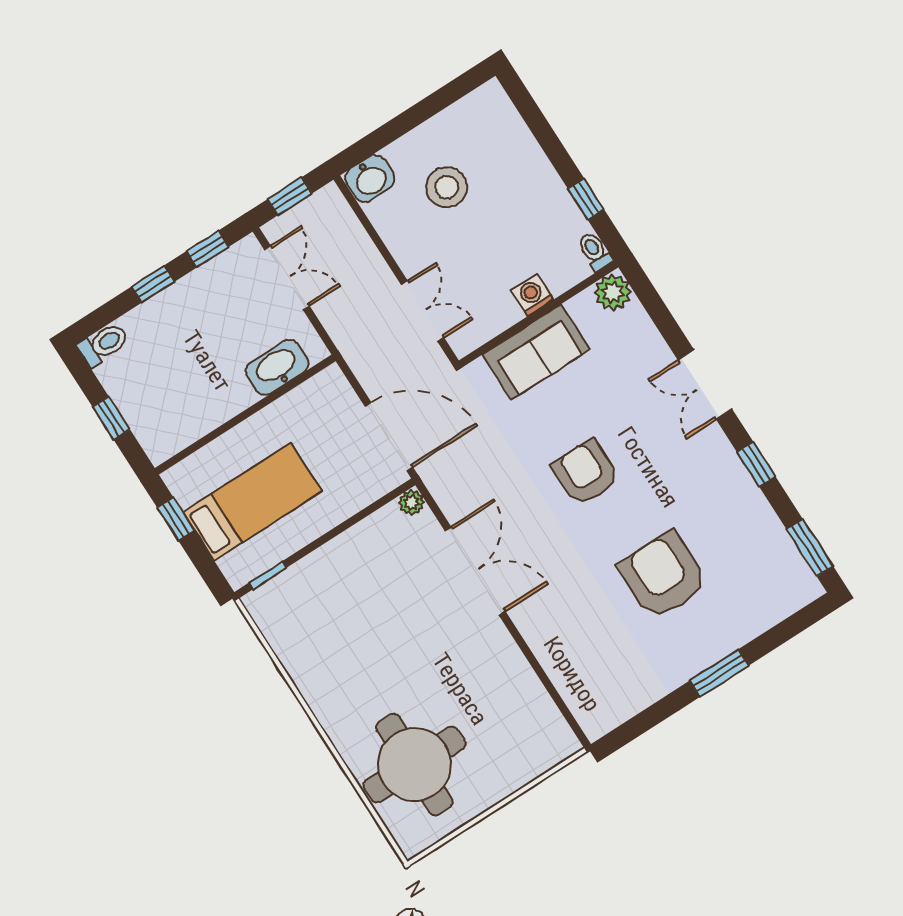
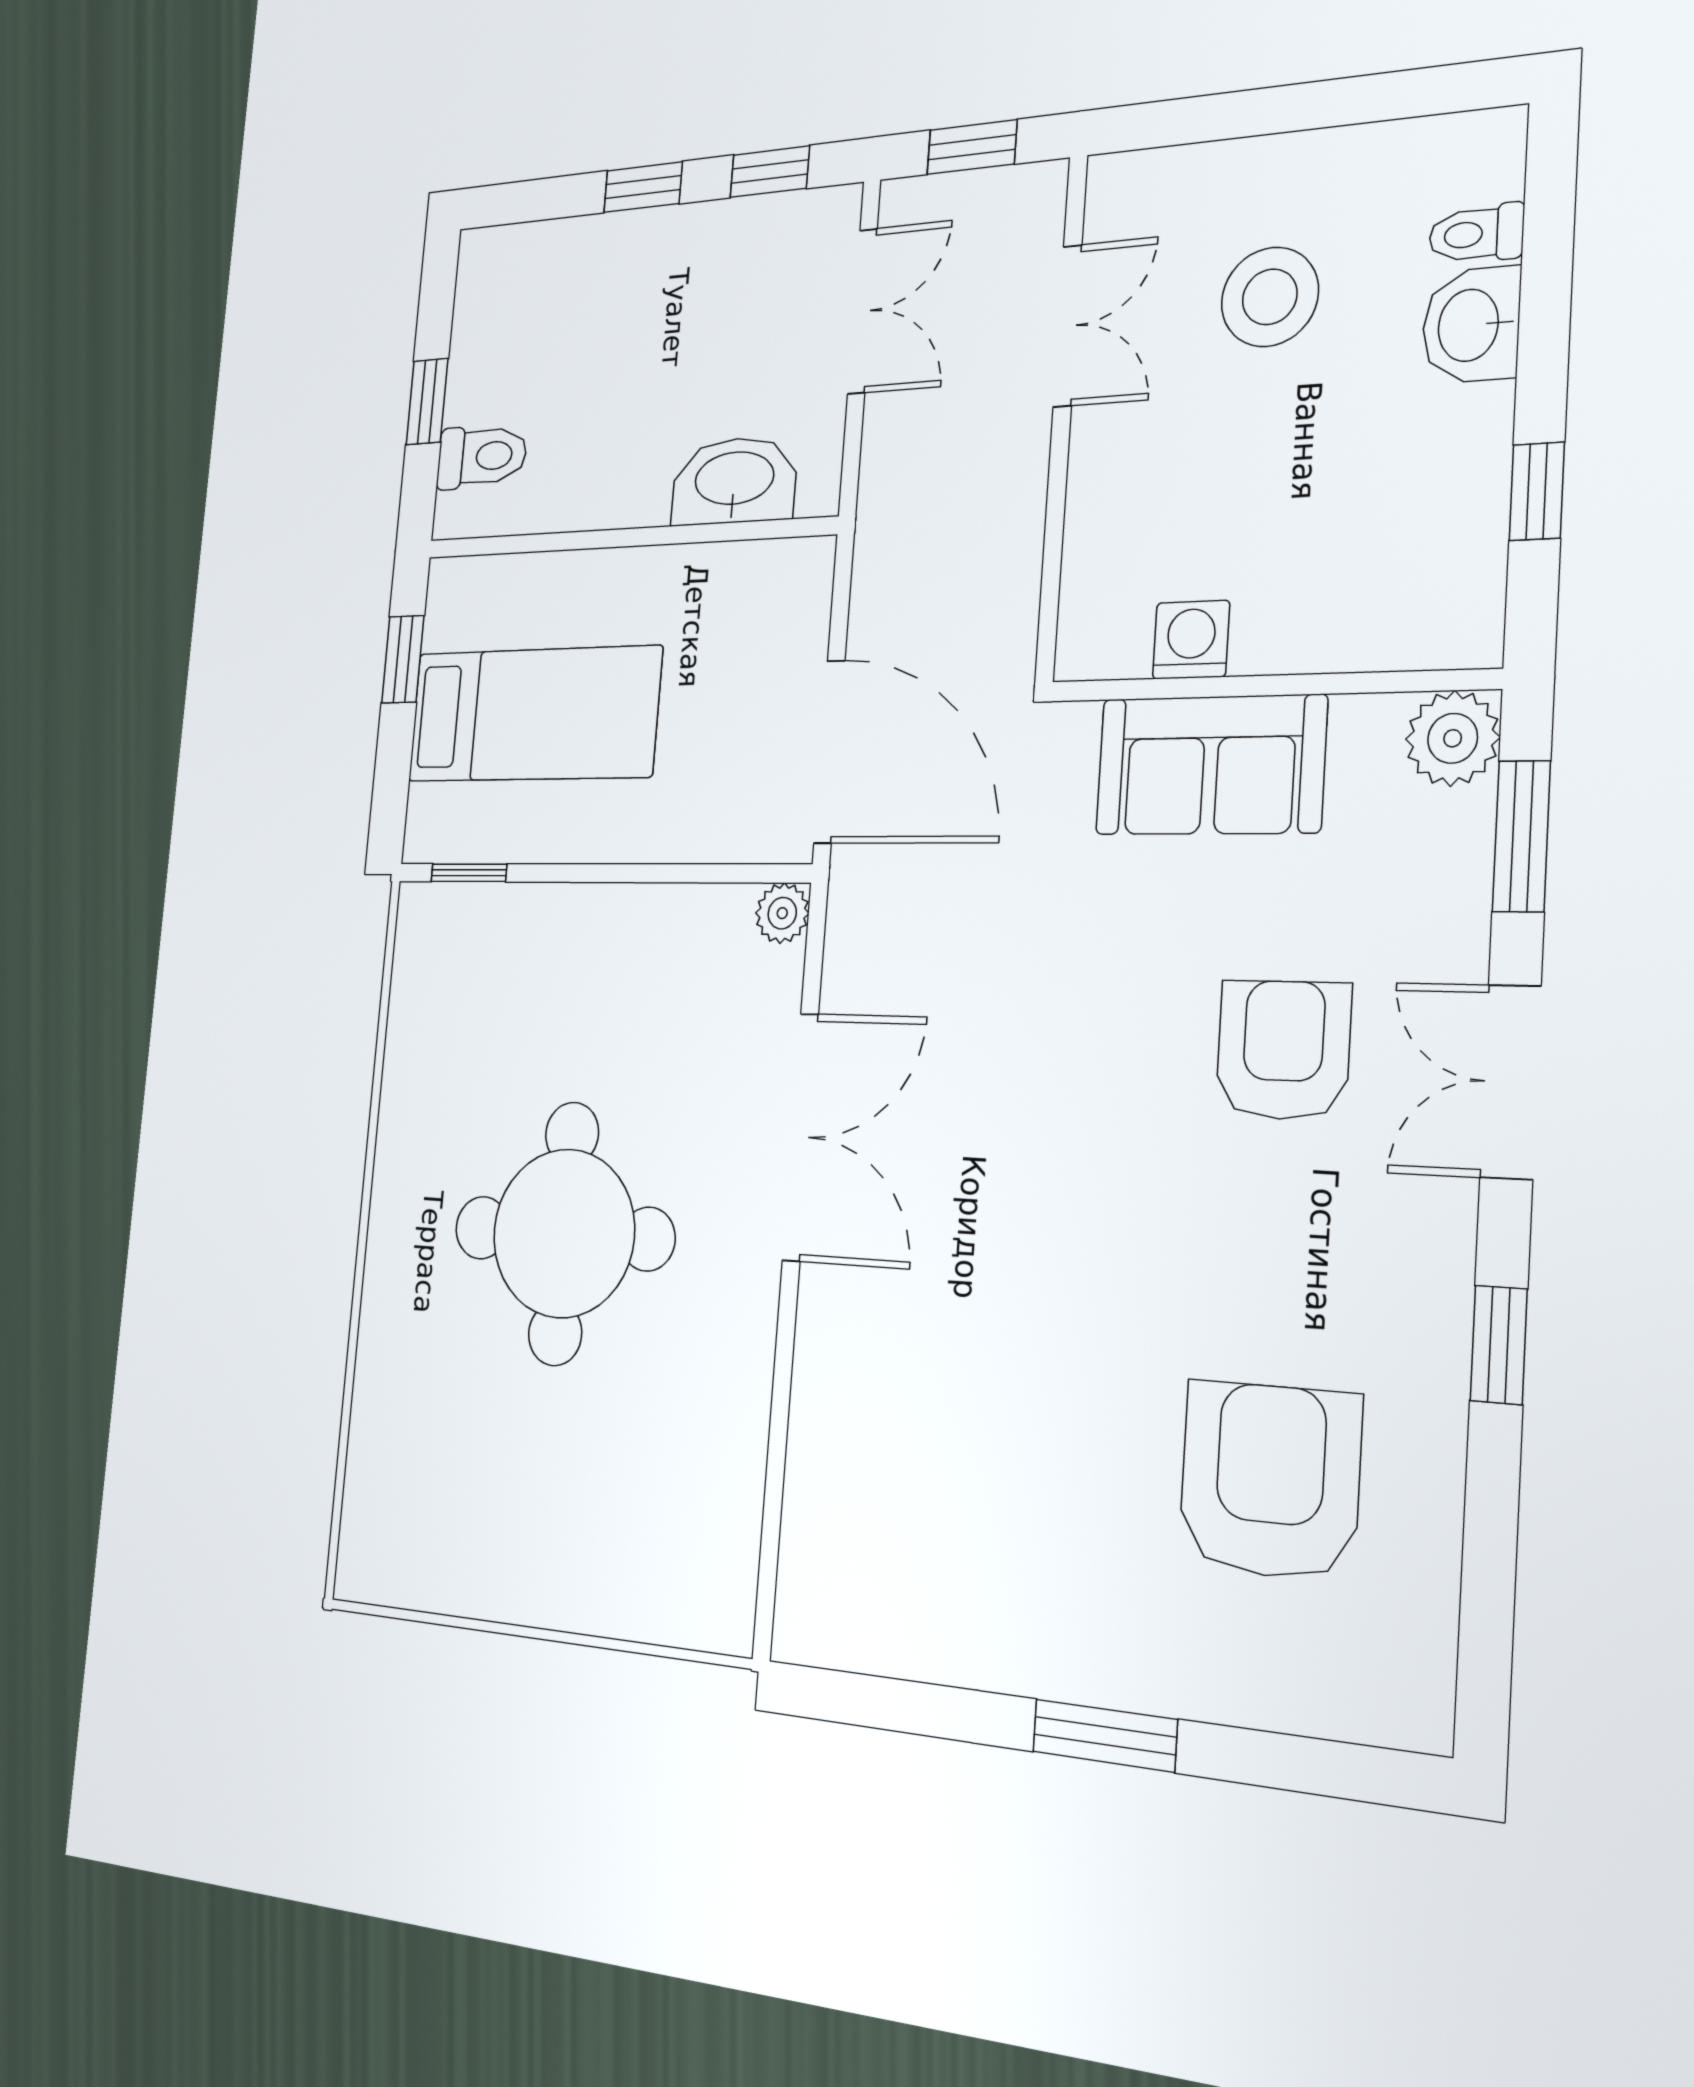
washbasin: (370, 179) -> (1471, 325), moved, turned 90
toilet: (595, 251) -> (1476, 234), moved, turned -90
washing machine: (532, 295) -> (1191, 640), moved
double door: (423, 311) -> (1067, 326), moved
toilet: (104, 344) -> (482, 456), moved
armchair: (586, 473) -> (1283, 1050), moved
window: (810, 548) -> (1521, 836), moved
armchair: (663, 575) -> (1270, 1481), moved
round table: (414, 765) -> (564, 1233), moved

